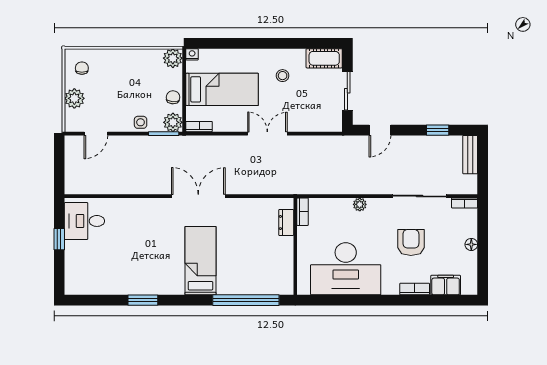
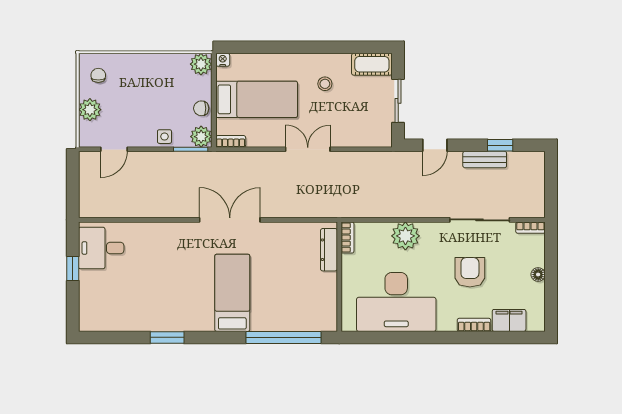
chair: (173, 97) -> (201, 108), turned -94
bench: (470, 155) -> (485, 160), moved, turned 90
plant: (360, 204) -> (405, 236), width x1.88, depth x1.88
dresser: (286, 223) -> (329, 250), width x1.44

